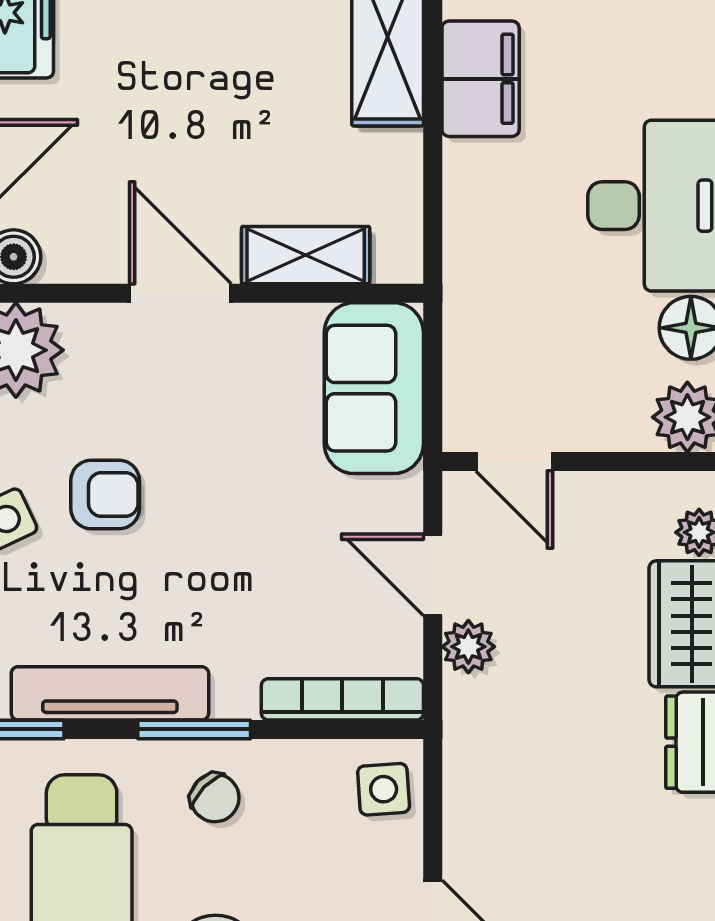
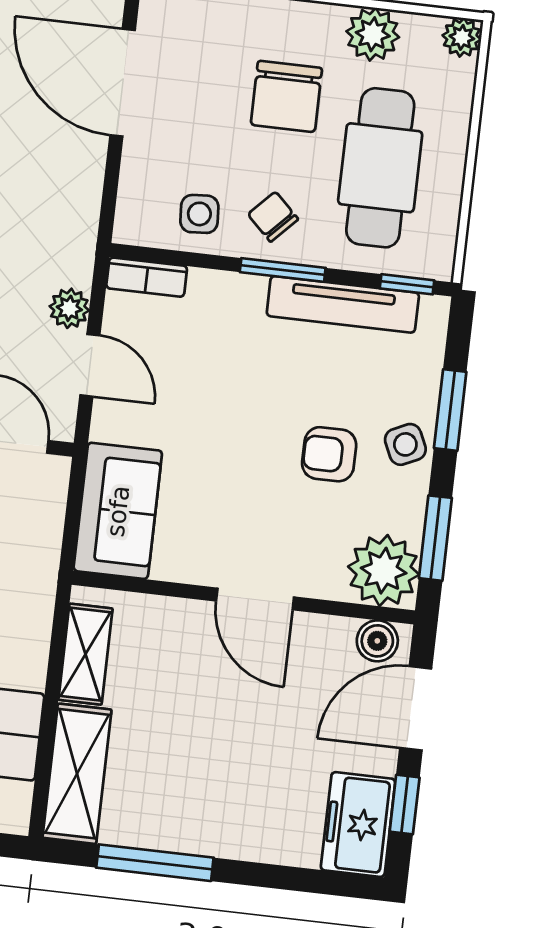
shelving: (306, 255) -> (86, 654), moved, turned 90
bookcase: (342, 699) -> (147, 277), width x0.64
side table: (384, 789) -> (199, 214), moved

